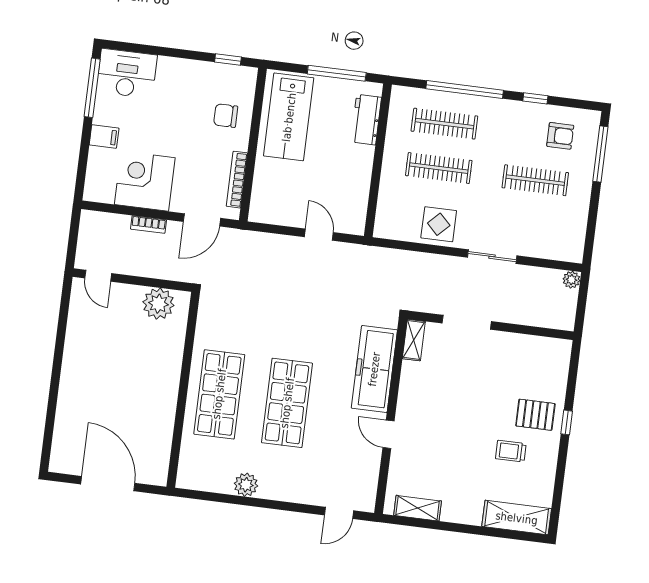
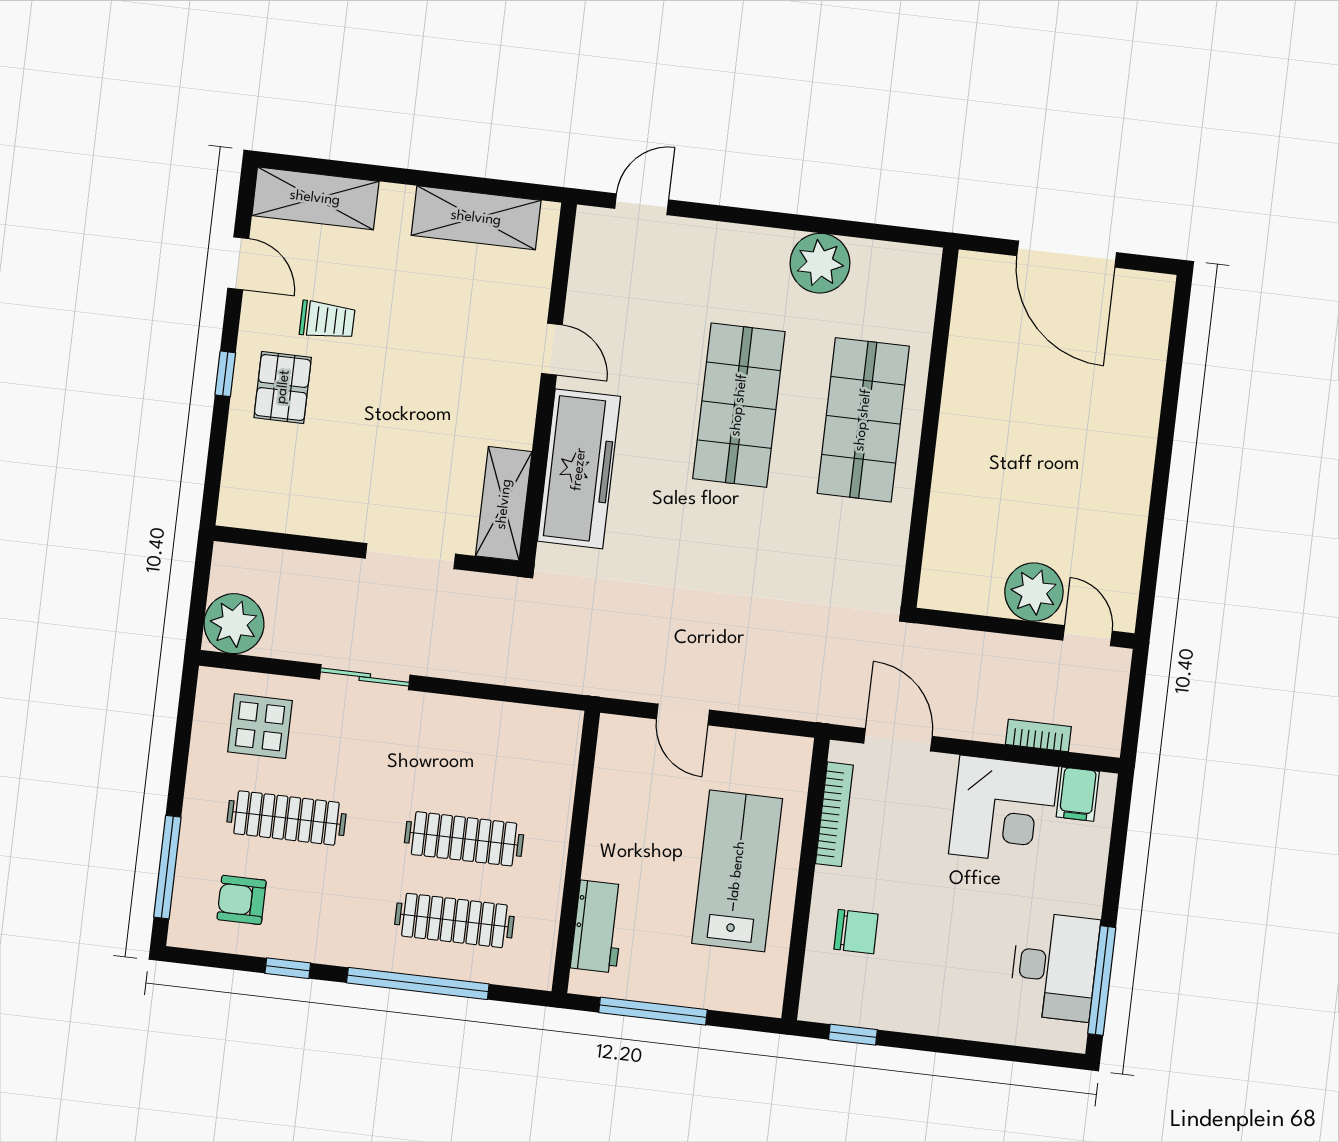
desk: (127, 73) -> (1054, 966), moved, turned -90
lab bench: (289, 117) -> (737, 871), moved
filing cabinet: (104, 137) -> (1078, 794), moved, turned -90
door: (202, 220) -> (898, 740), hinge flipped
bookcase: (148, 224) -> (1038, 736), moved
display table: (439, 224) -> (260, 726), moved
plant: (572, 280) -> (234, 624), width x1.88, depth x1.88
plant: (158, 304) -> (1034, 592), moved
shelving: (414, 340) -> (504, 504), width x1.50, depth x1.33
pallet: (535, 415) -> (283, 387), turned 90
door: (559, 483) -> (238, 263), added
plant: (246, 485) -> (820, 263), width x1.36, depth x1.36
shelving: (418, 508) -> (476, 218), width x1.50, depth x1.33

